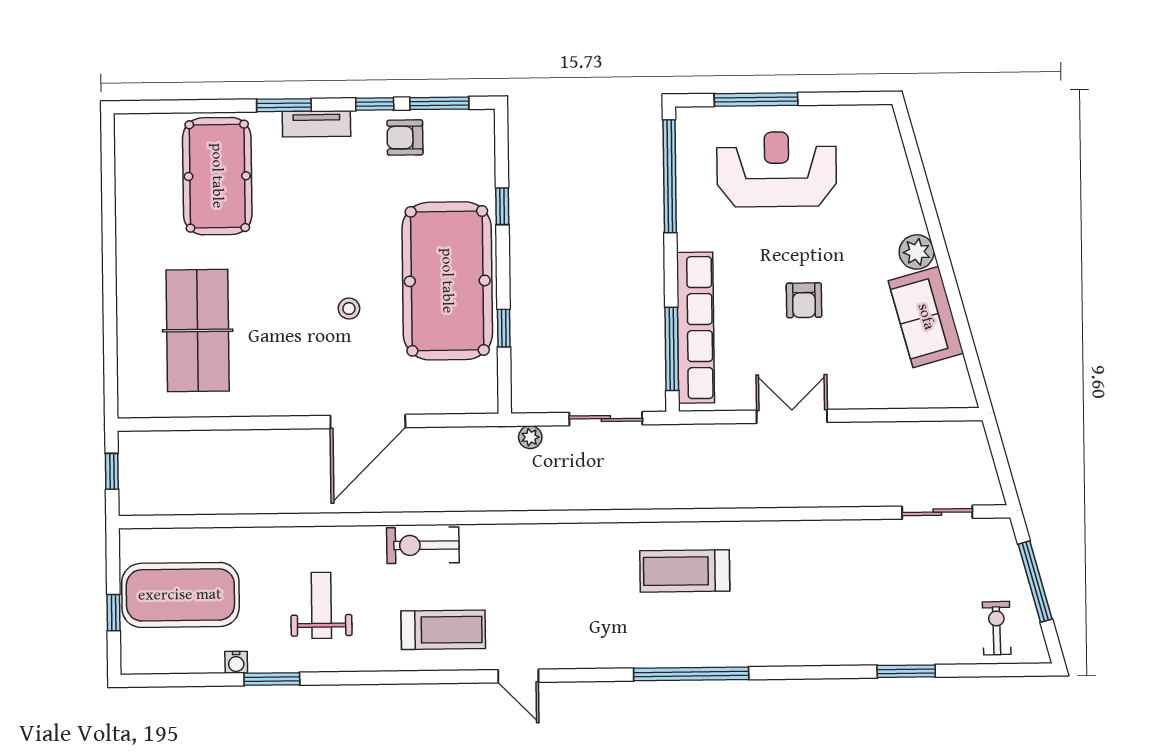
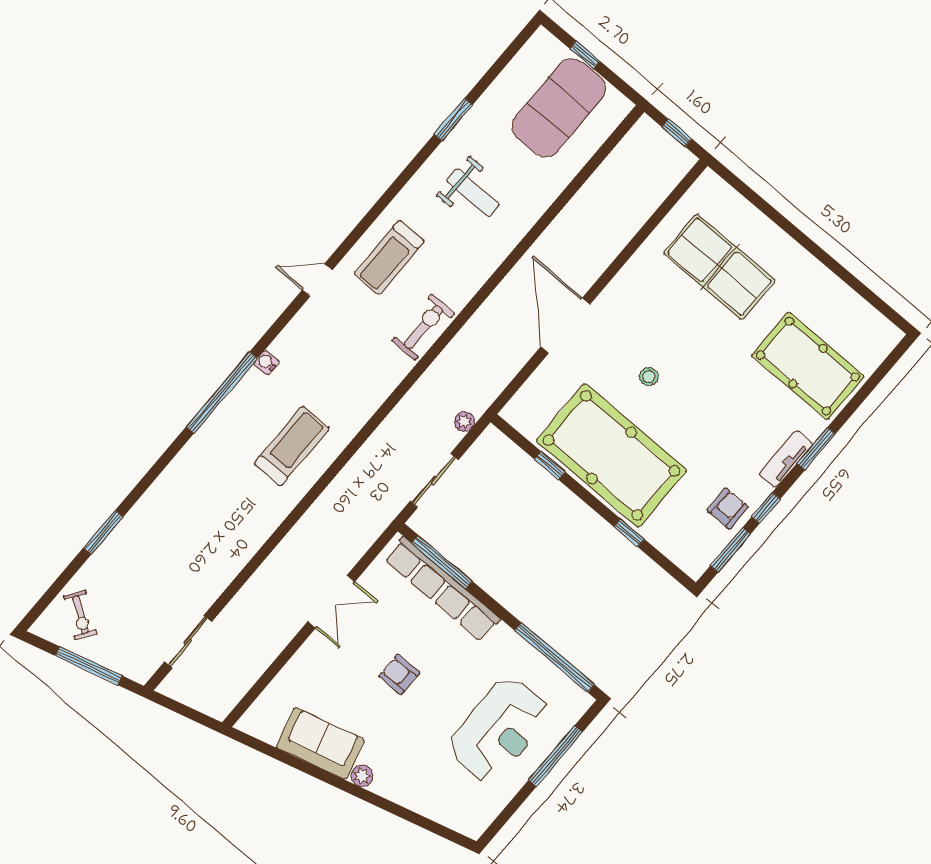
plant: (917, 252) -> (362, 776), width x0.73, depth x0.73
exercise bike: (423, 545) -> (423, 327), moved
exercise bike: (997, 628) -> (80, 615), turned 36
water cooler: (236, 662) -> (267, 362), moved

